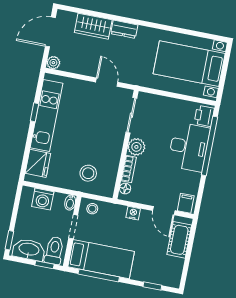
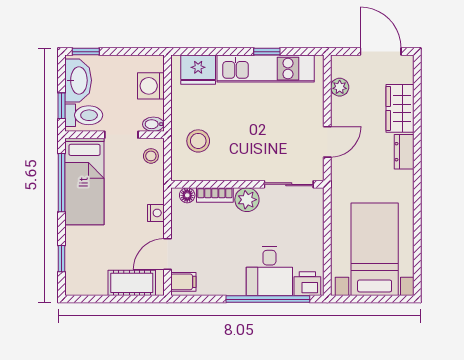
plant: (53, 63) -> (340, 87), moved
desk: (189, 147) -> (269, 271), width x0.73

